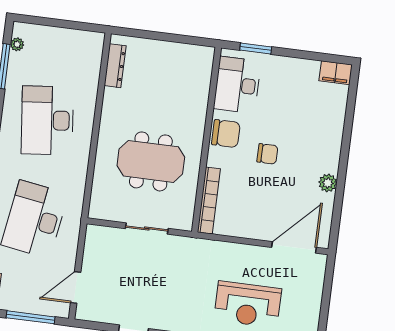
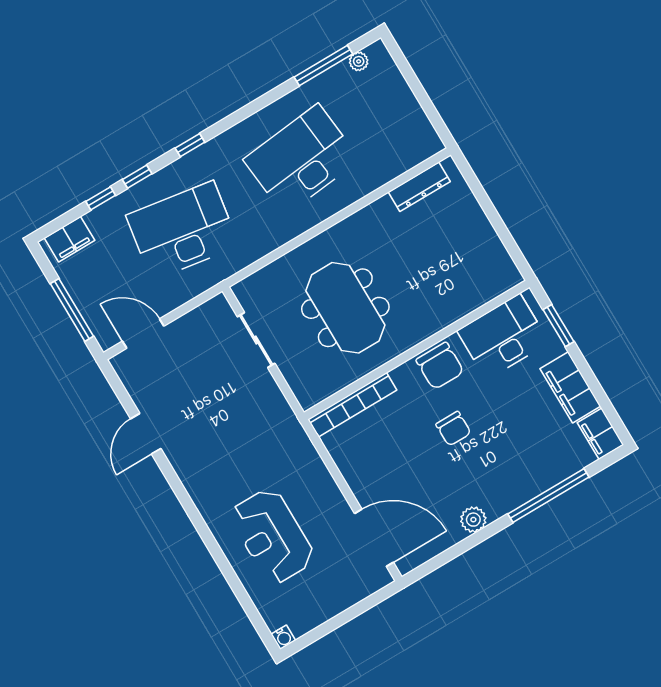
filing cabinet: (296, 69) -> (570, 387), added
window: (348, 130) -> (548, 496), added
sliding door: (147, 228) -> (256, 340), moved

